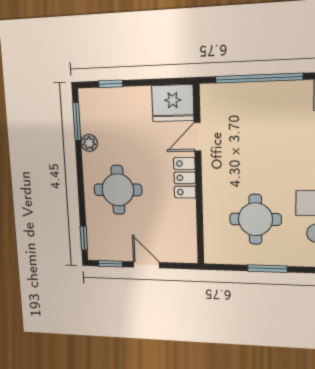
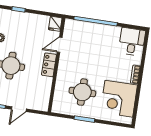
fridge: (173, 103) -> (55, 24), width x0.53, depth x0.75
door: (146, 265) -> (19, 109), swing flipped

